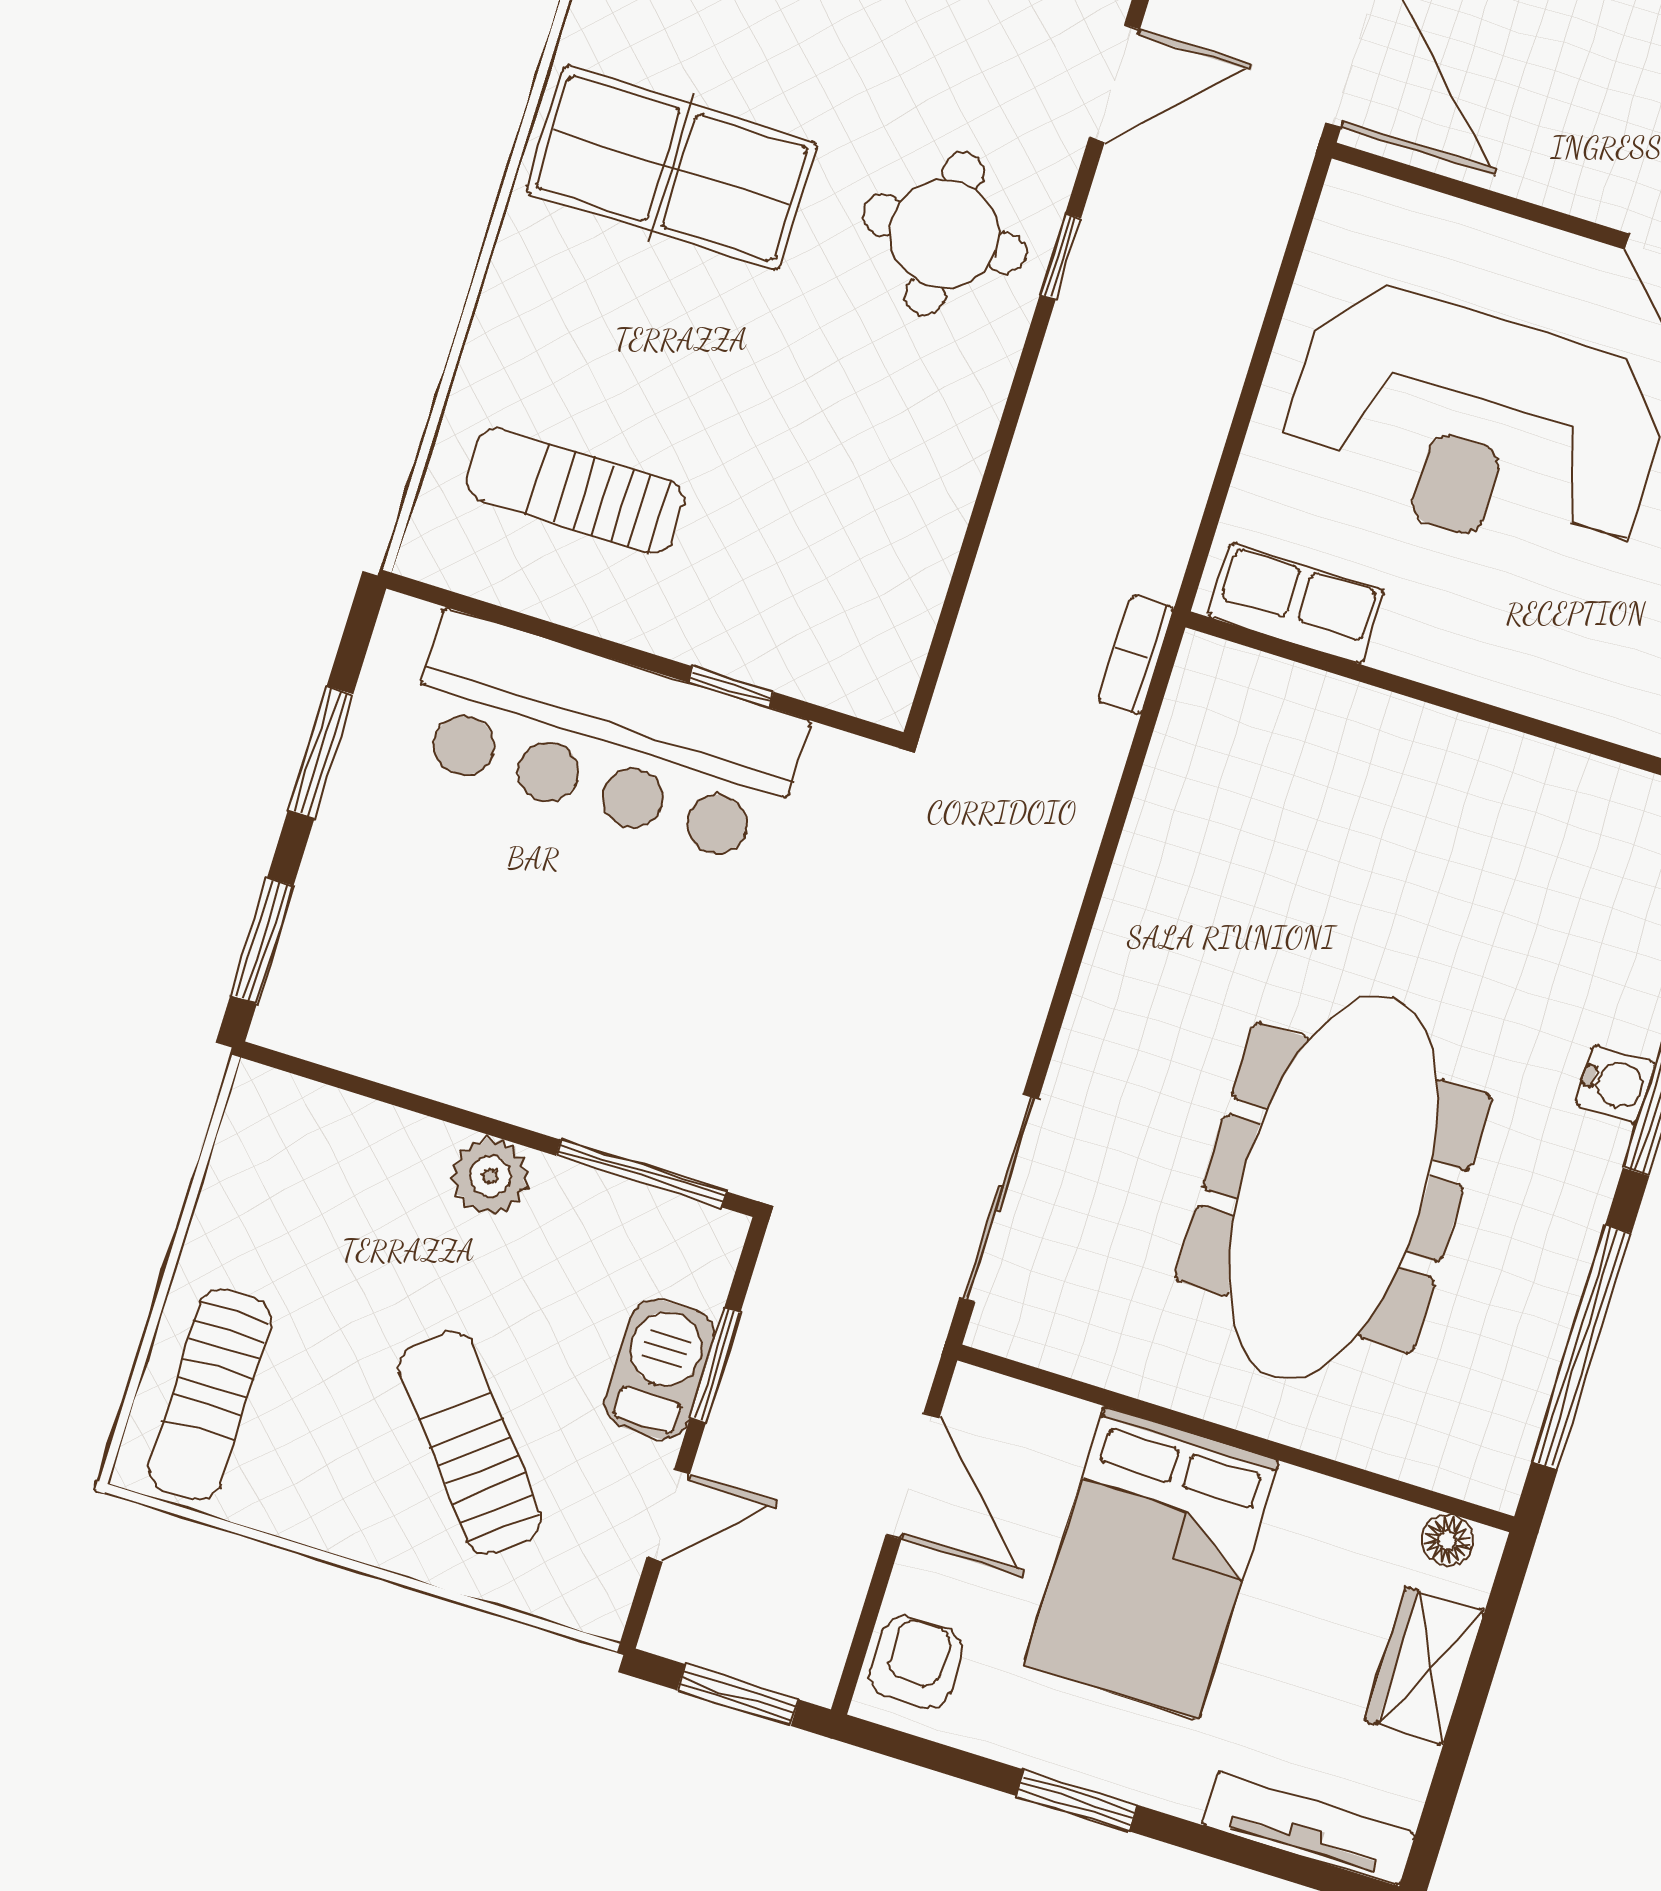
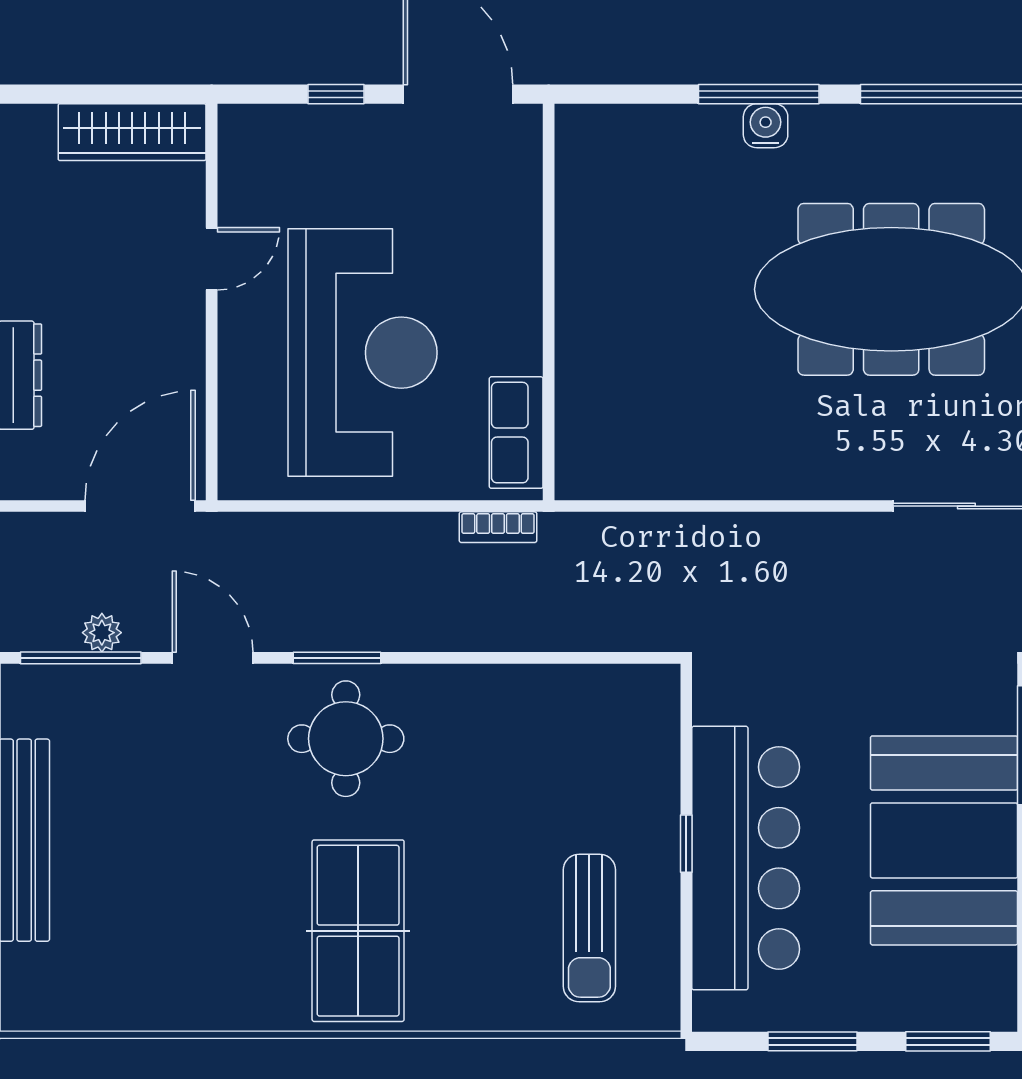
window: (1060, 257) -> (337, 658), width x1.50
bookcase: (1136, 655) -> (498, 527), moved
window: (731, 687) -> (686, 844), moved
booth: (543, 1022) -> (944, 840), added

